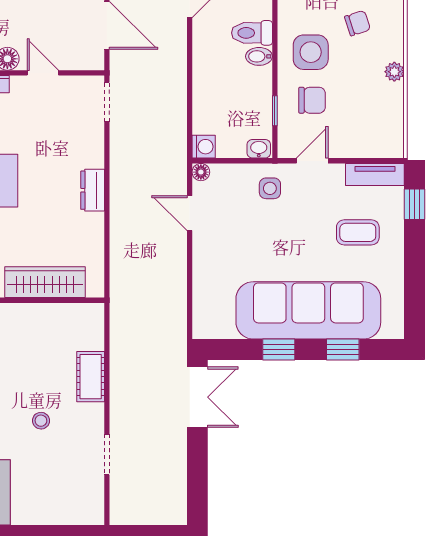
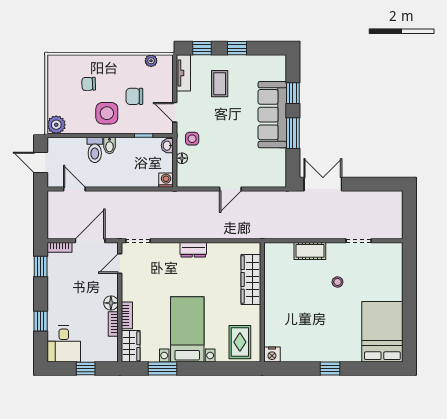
chair: (357, 23) -> (89, 84), turned -74
plant: (394, 72) -> (151, 61), moved
door: (43, 73) -> (120, 263), moved
chair: (312, 100) -> (134, 96), moved, turned -90
floor lamp: (201, 172) -> (182, 158), moved
door: (190, 213) -> (230, 189), moved
window: (414, 260) -> (237, 48), added
sofa: (308, 310) -> (272, 115), width x0.74, depth x0.79
window: (279, 349) -> (293, 133), width x1.50

